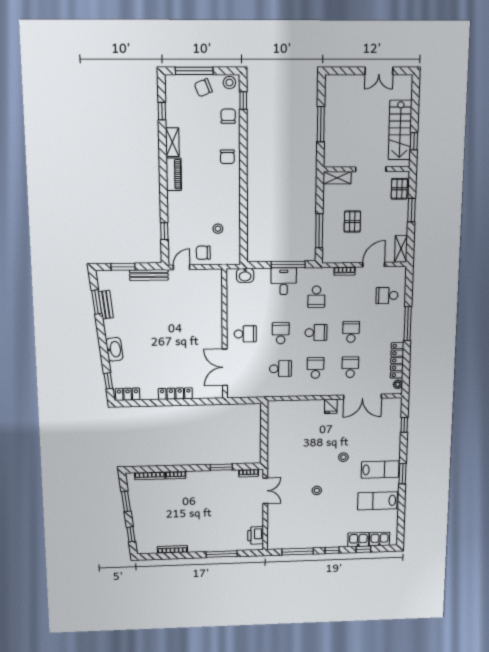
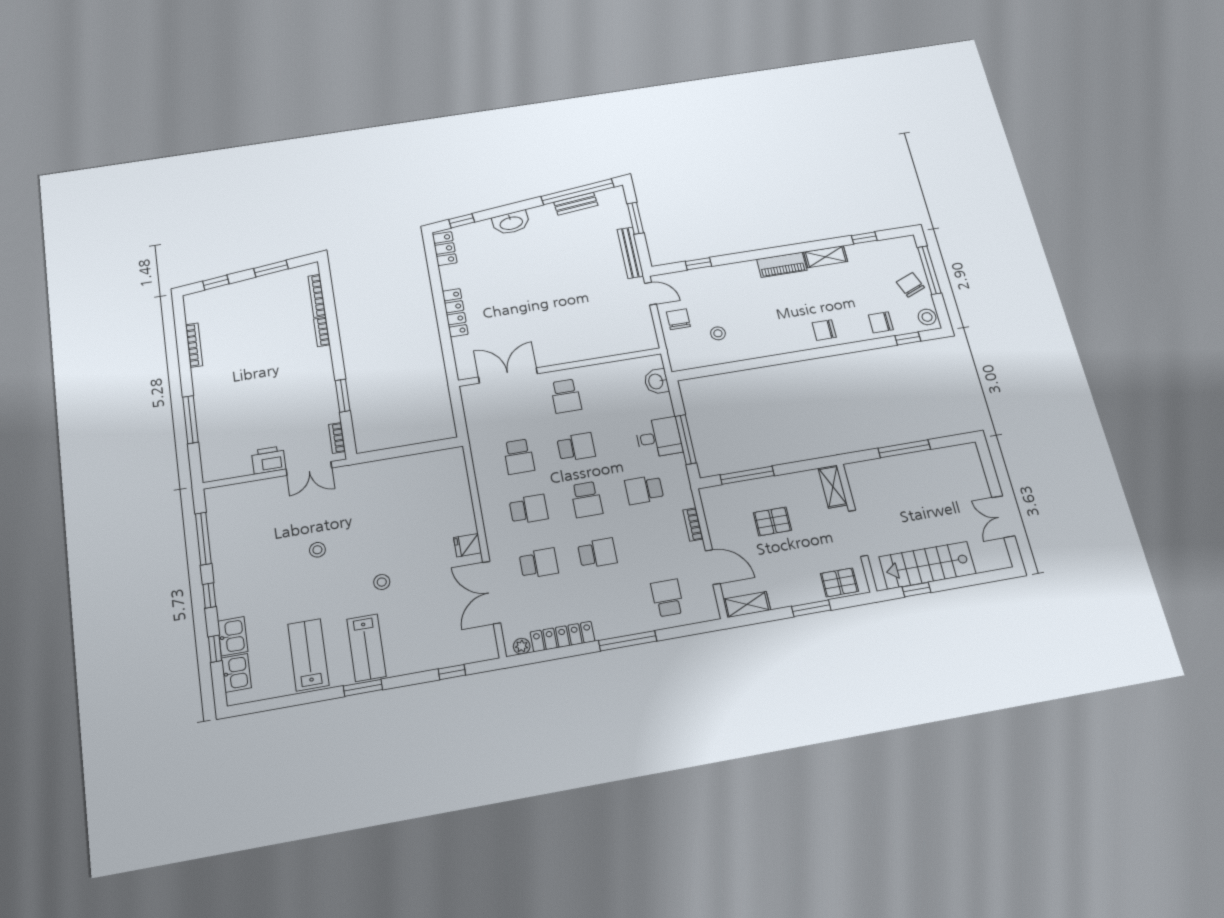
chair: (228, 116) -> (881, 322), turned 180
window: (97, 302) -> (578, 192), width x2.11
printer: (256, 535) -> (269, 460), moved

